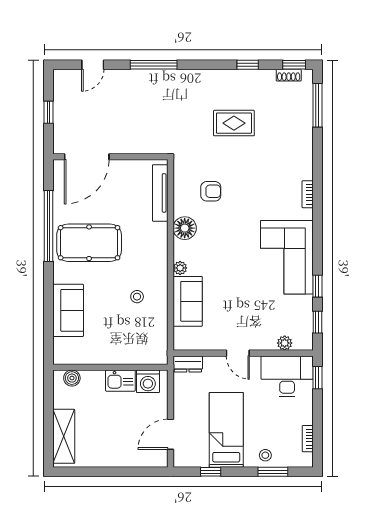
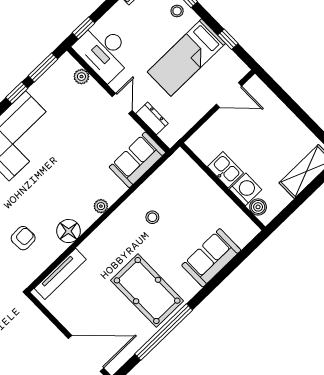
armchair: (211, 191) -> (23, 238), turned 88
sofa: (188, 301) -> (137, 160), moved
window: (317, 322) -> (43, 67), width x1.50
dresser: (188, 364) -> (152, 118), moved
washing machine: (148, 381) -> (246, 189), moved

